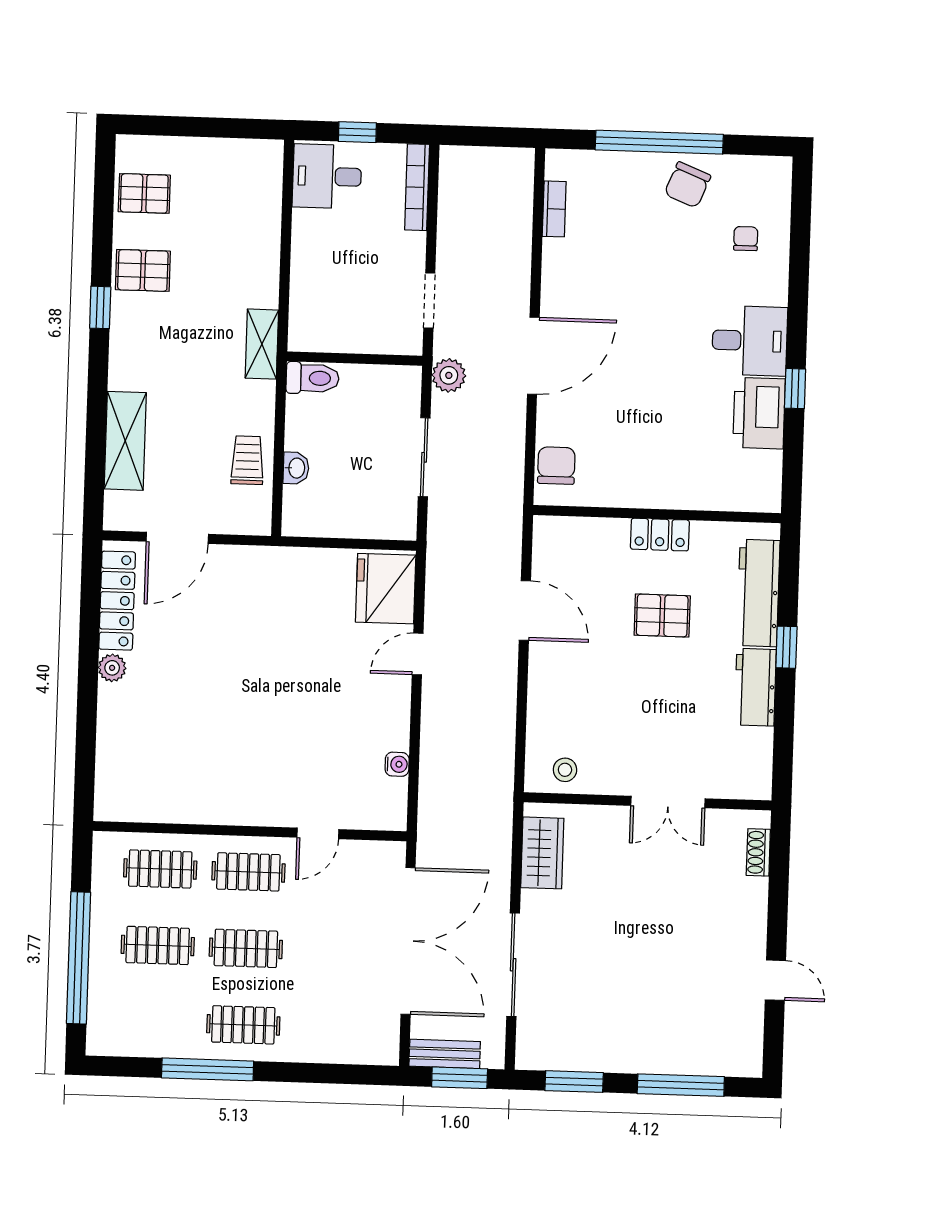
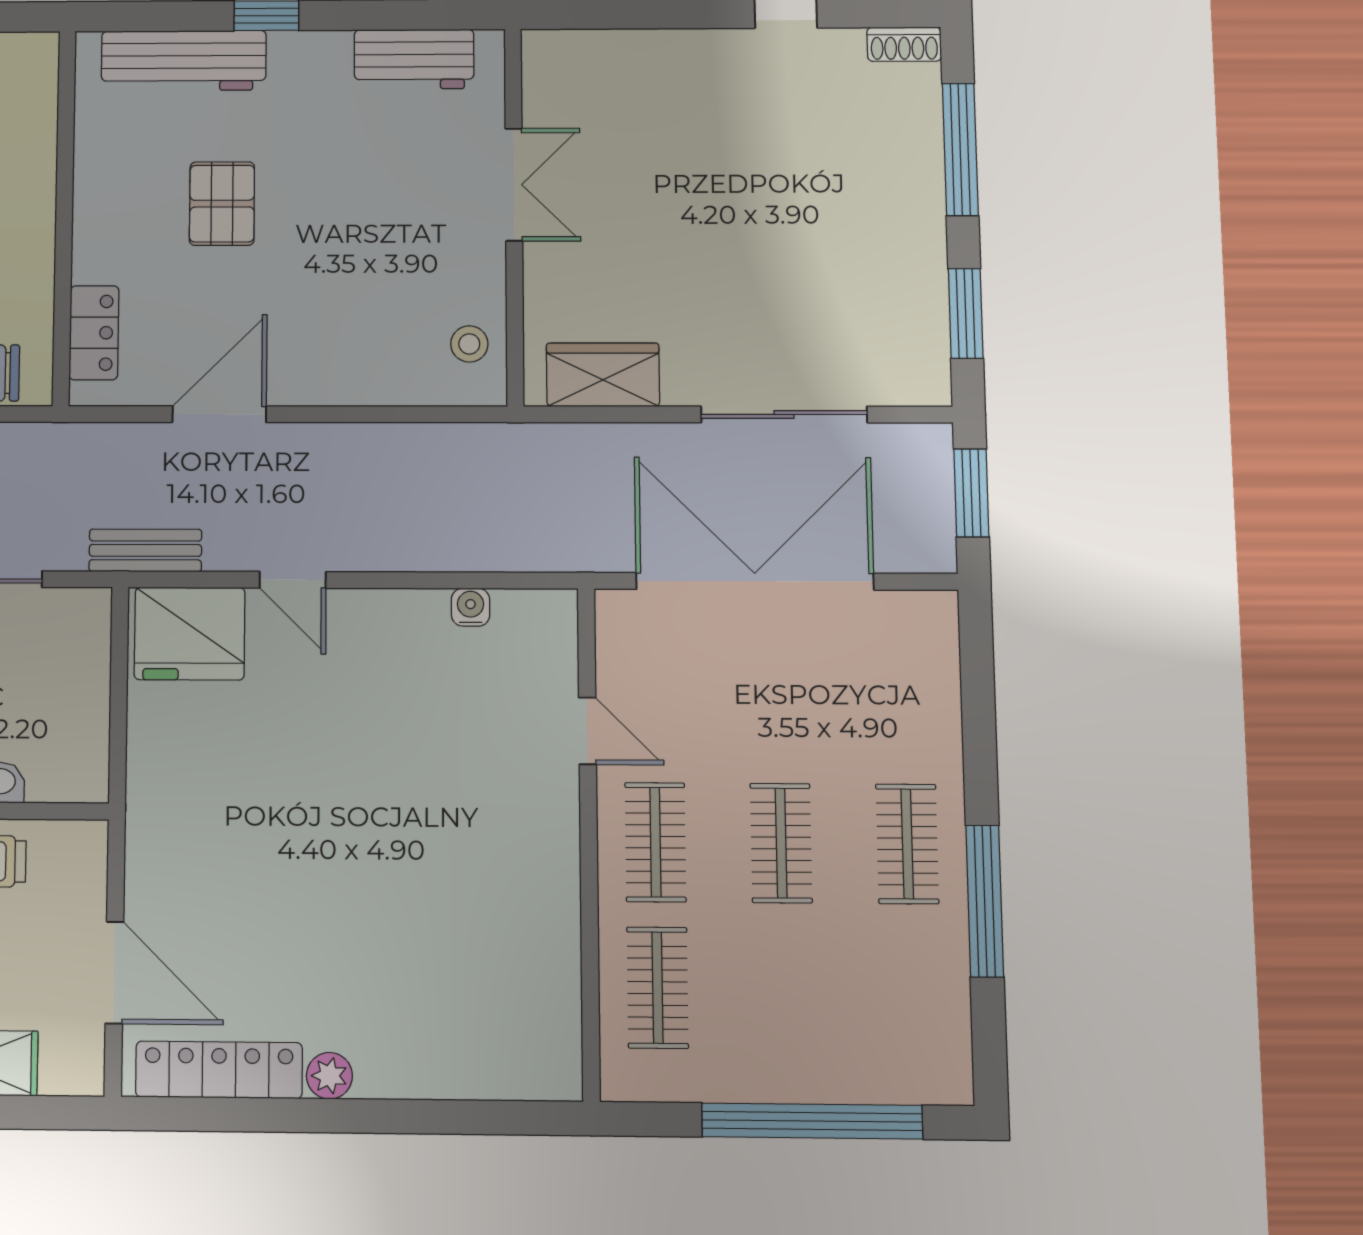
locker: (660, 535) -> (94, 333), moved
workbench: (755, 687) -> (414, 59), moved
shoe rack: (758, 852) -> (904, 44), moved
clothes rail: (158, 945) -> (784, 989), removed
bench: (445, 1054) -> (145, 550), moved, turned 90

